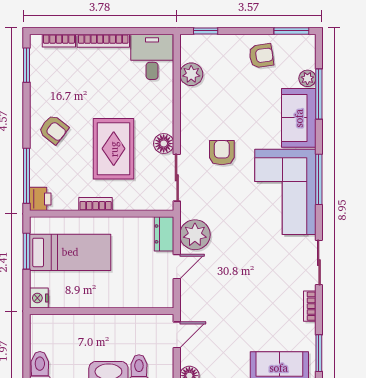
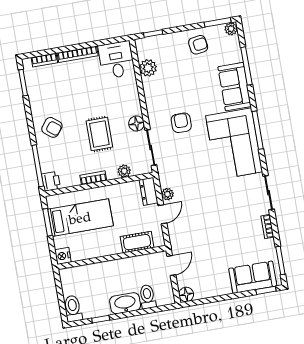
plant: (307, 78) -> (231, 29), moved
rug: (114, 149) -> (99, 134), width x0.73, depth x0.70
plant: (137, 202) -> (124, 171), added
plant: (195, 235) -> (167, 194), width x0.53, depth x0.53
cot: (138, 297) -> (137, 242), added

